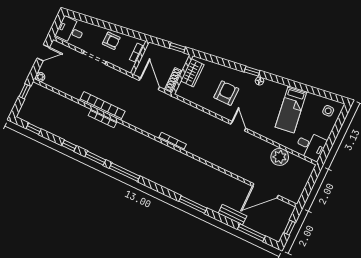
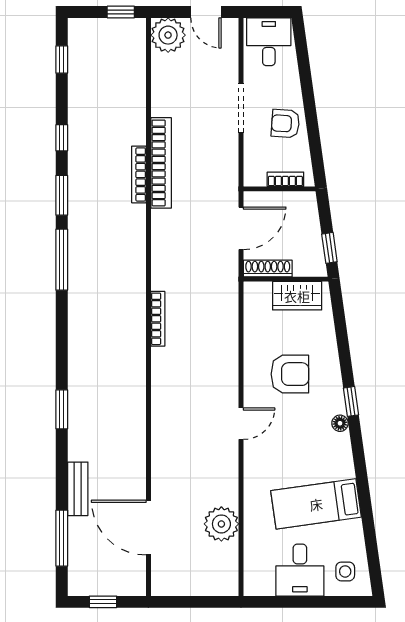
armchair: (111, 41) -> (285, 124), turned 94
plant: (40, 77) -> (168, 35), width x1.87, depth x1.87
desk: (311, 146) -> (300, 570), moved
window: (193, 205) -> (62, 409), width x0.69

